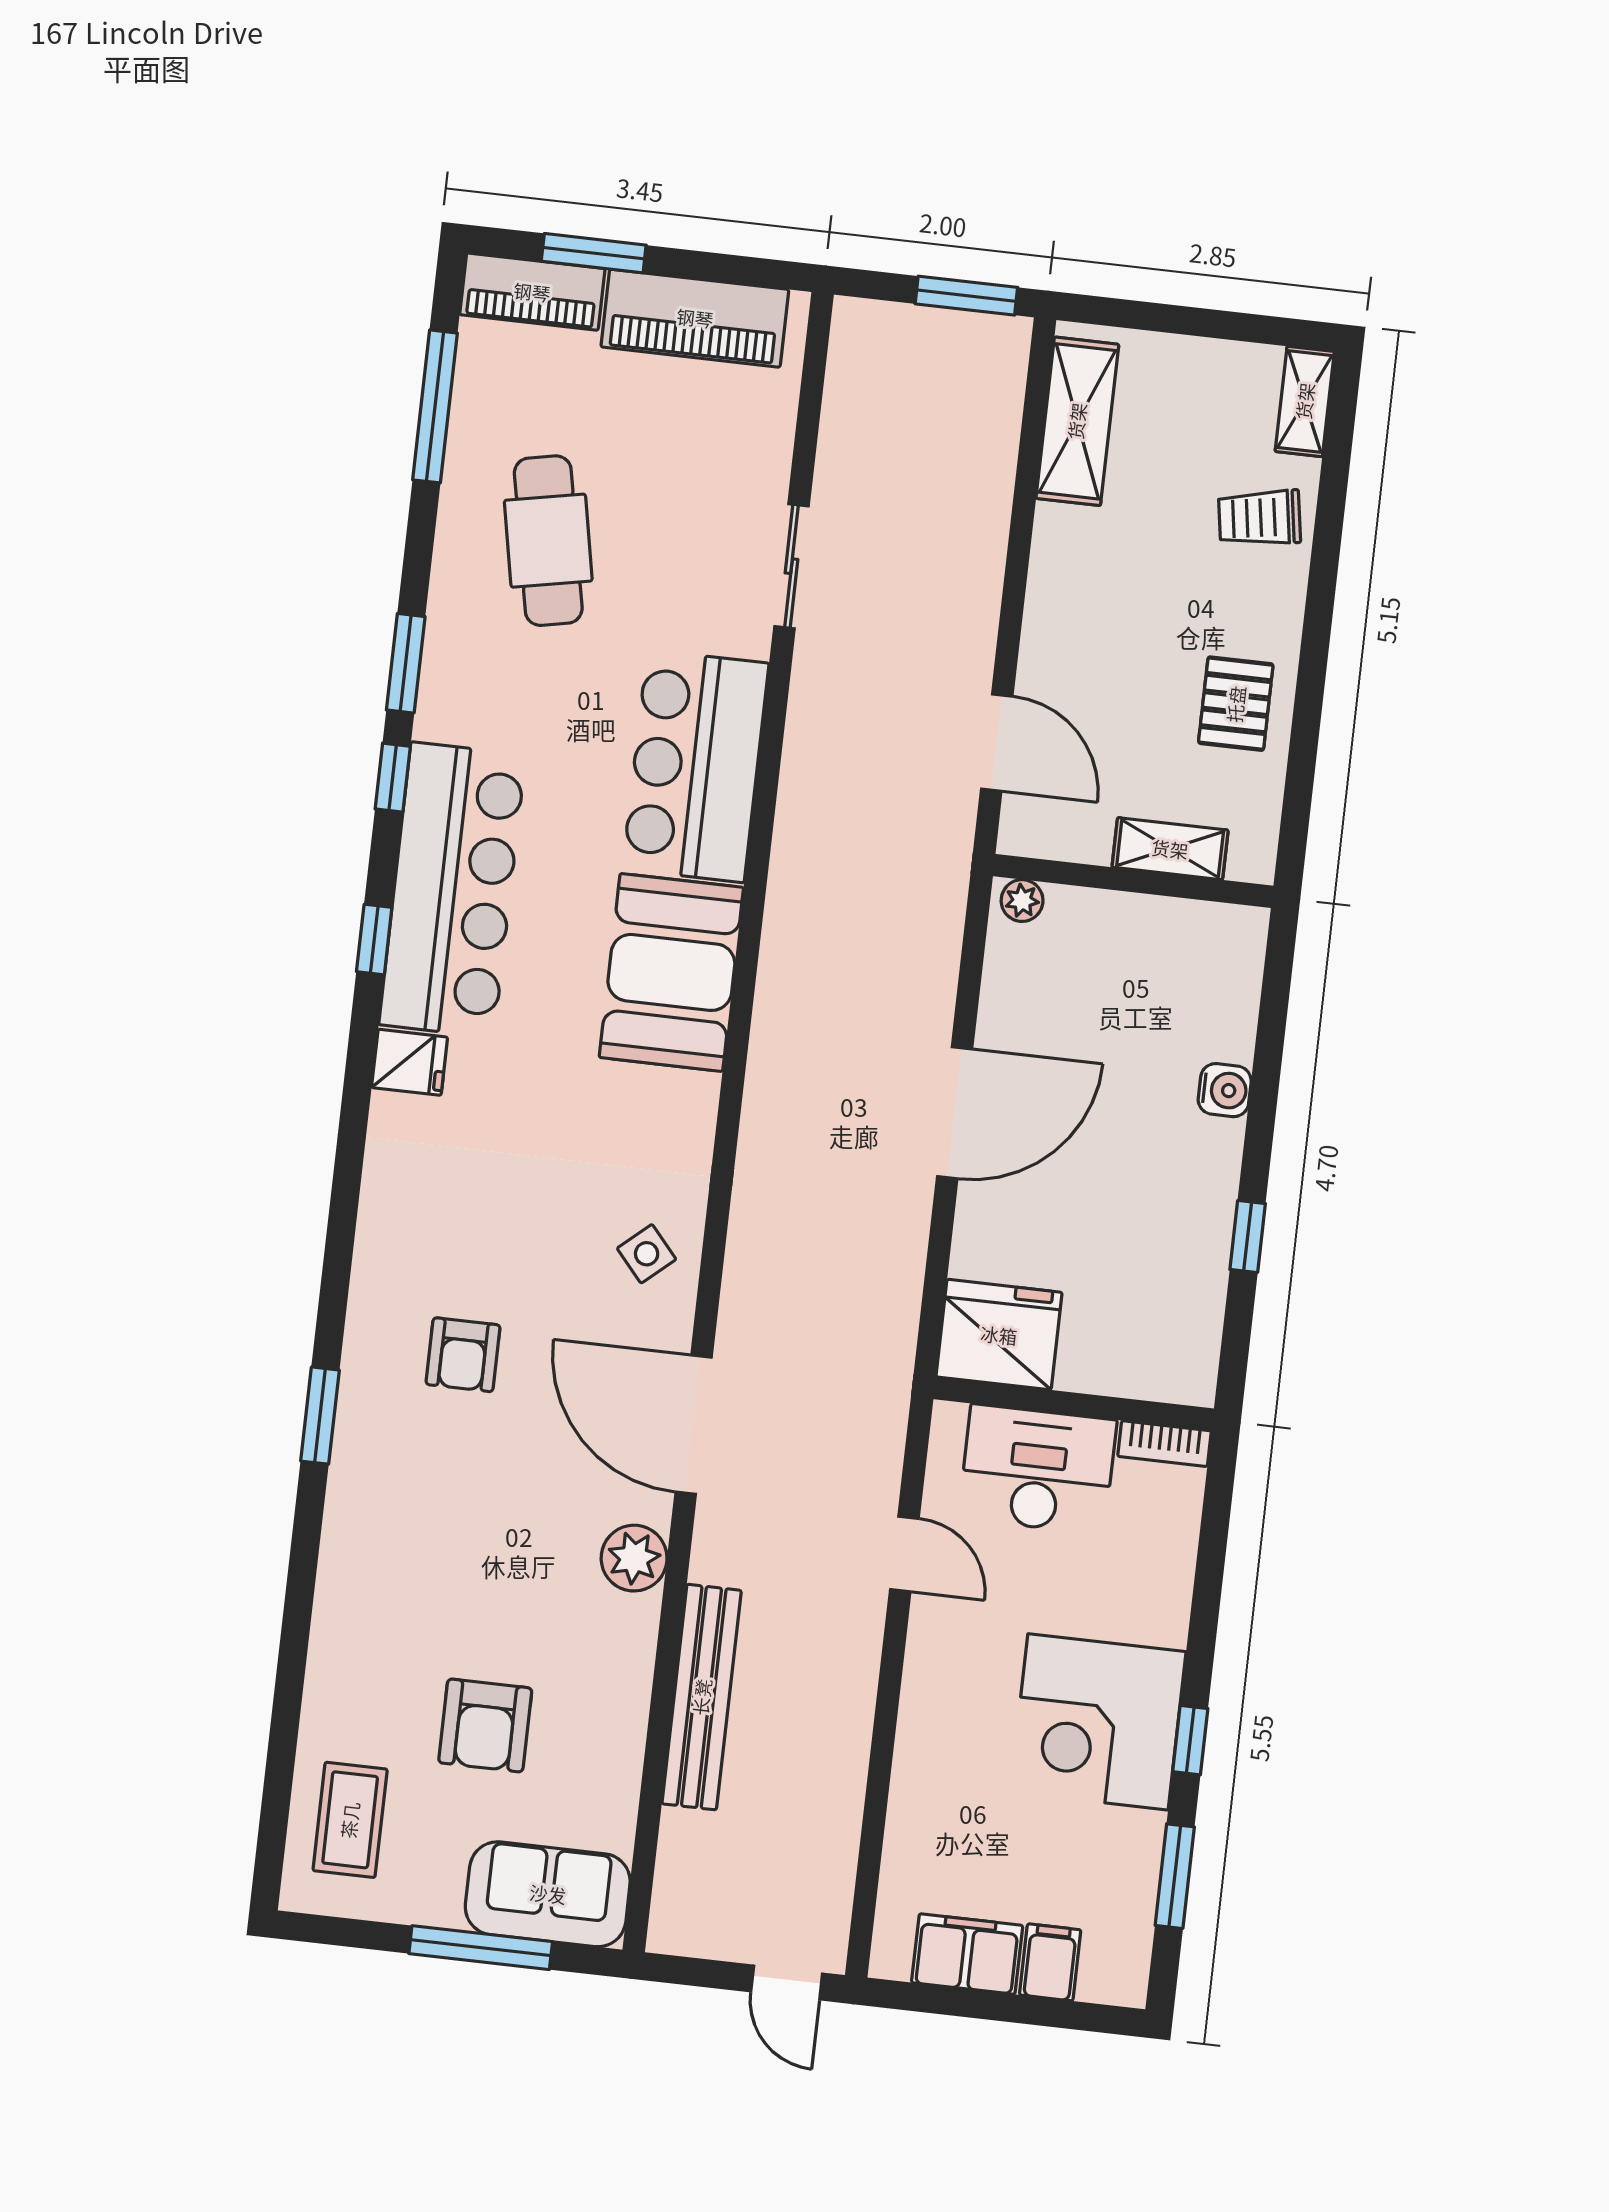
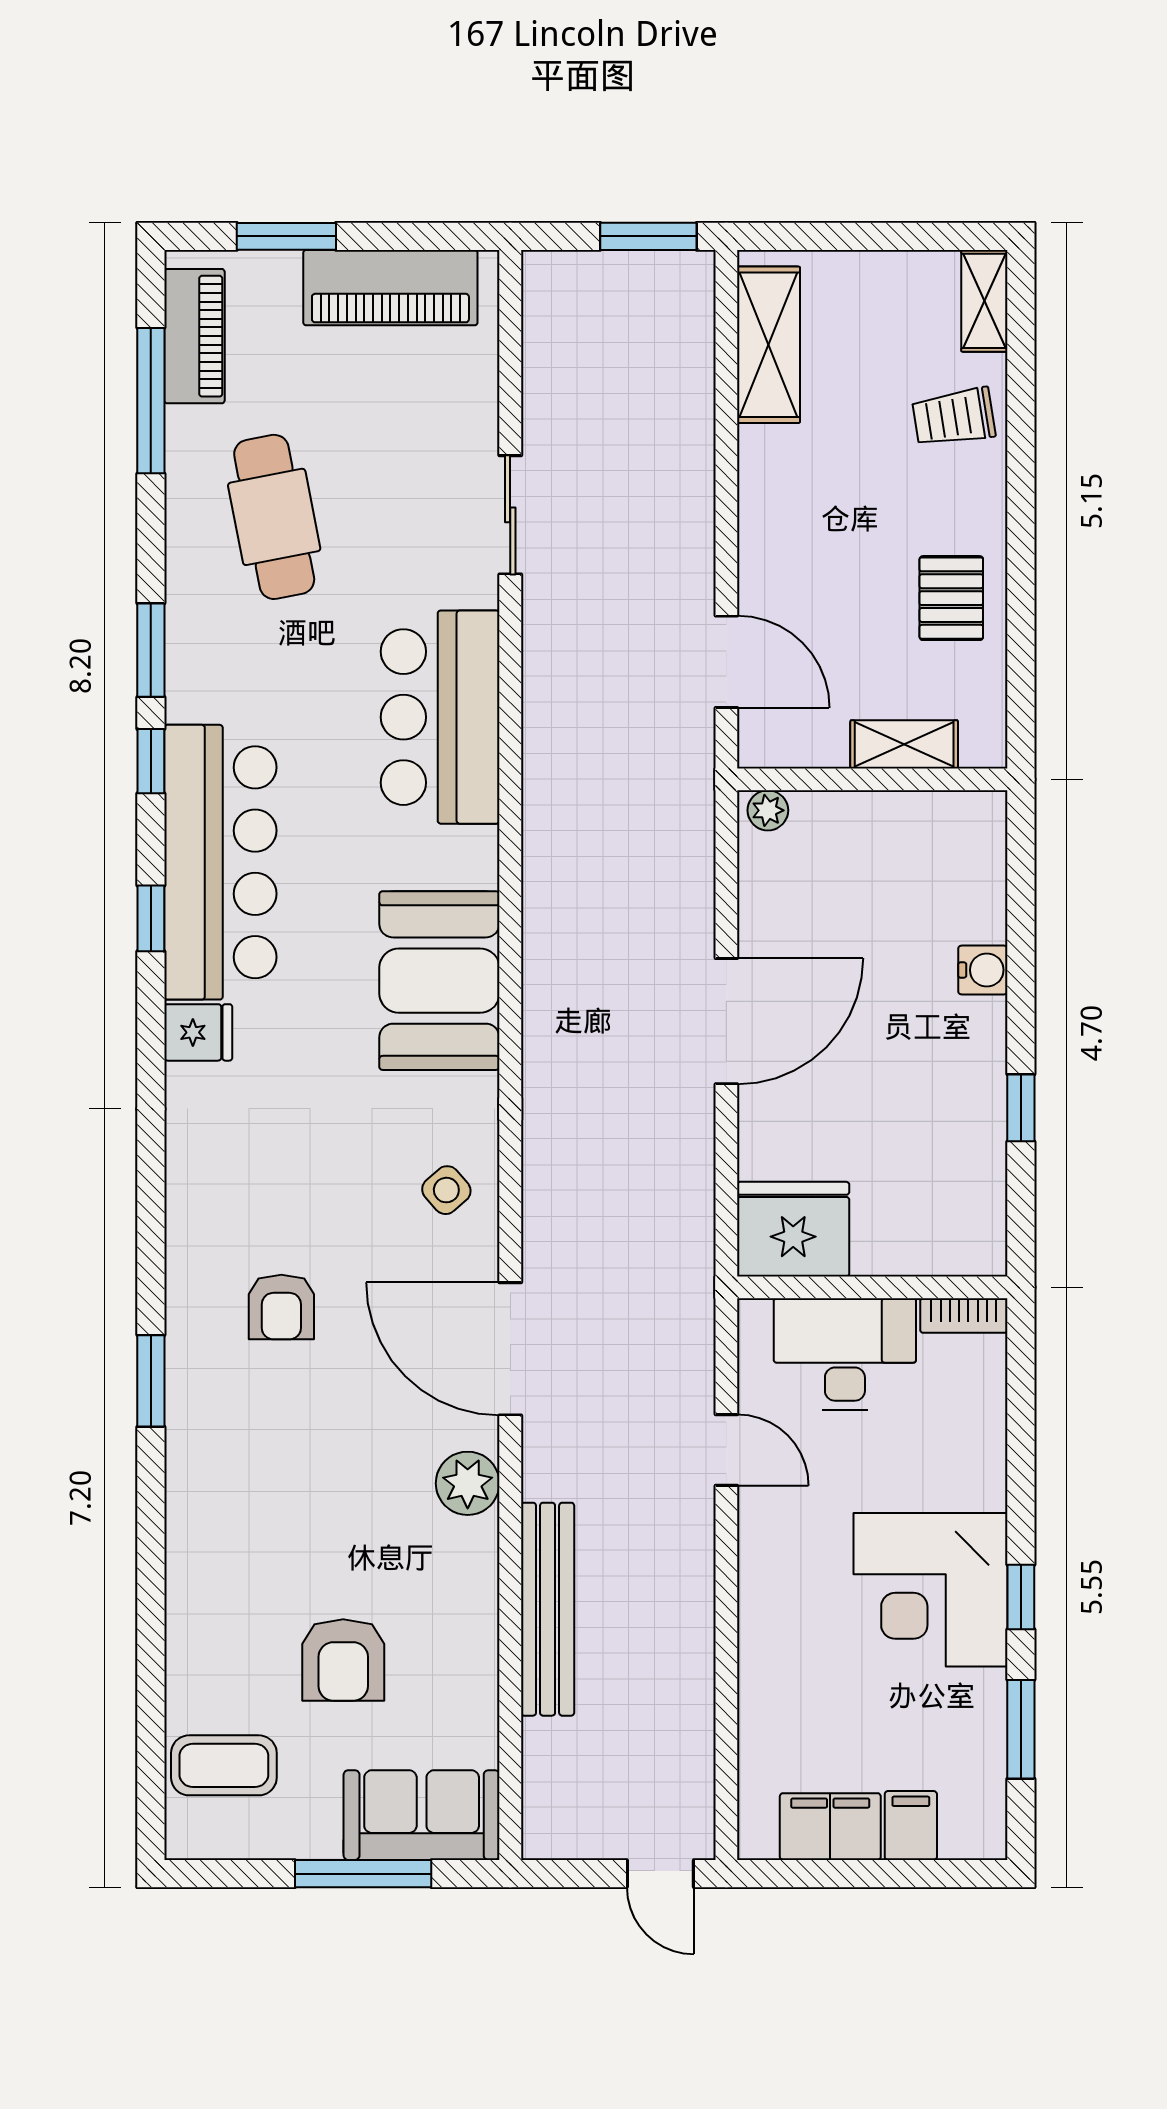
piano: (532, 292) -> (194, 336), moved, turned -90
booth: (671, 972) -> (439, 981), moved
coffee table: (350, 1820) -> (224, 1765), turned 90

